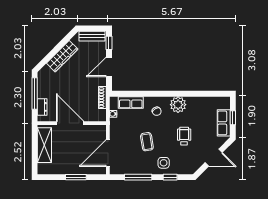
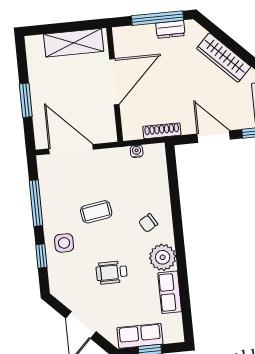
row of seats: (131, 103) -> (170, 292), moved
dresser: (42, 107) -> (170, 29), moved
wheelchair: (184, 136) -> (112, 272), turned 180

